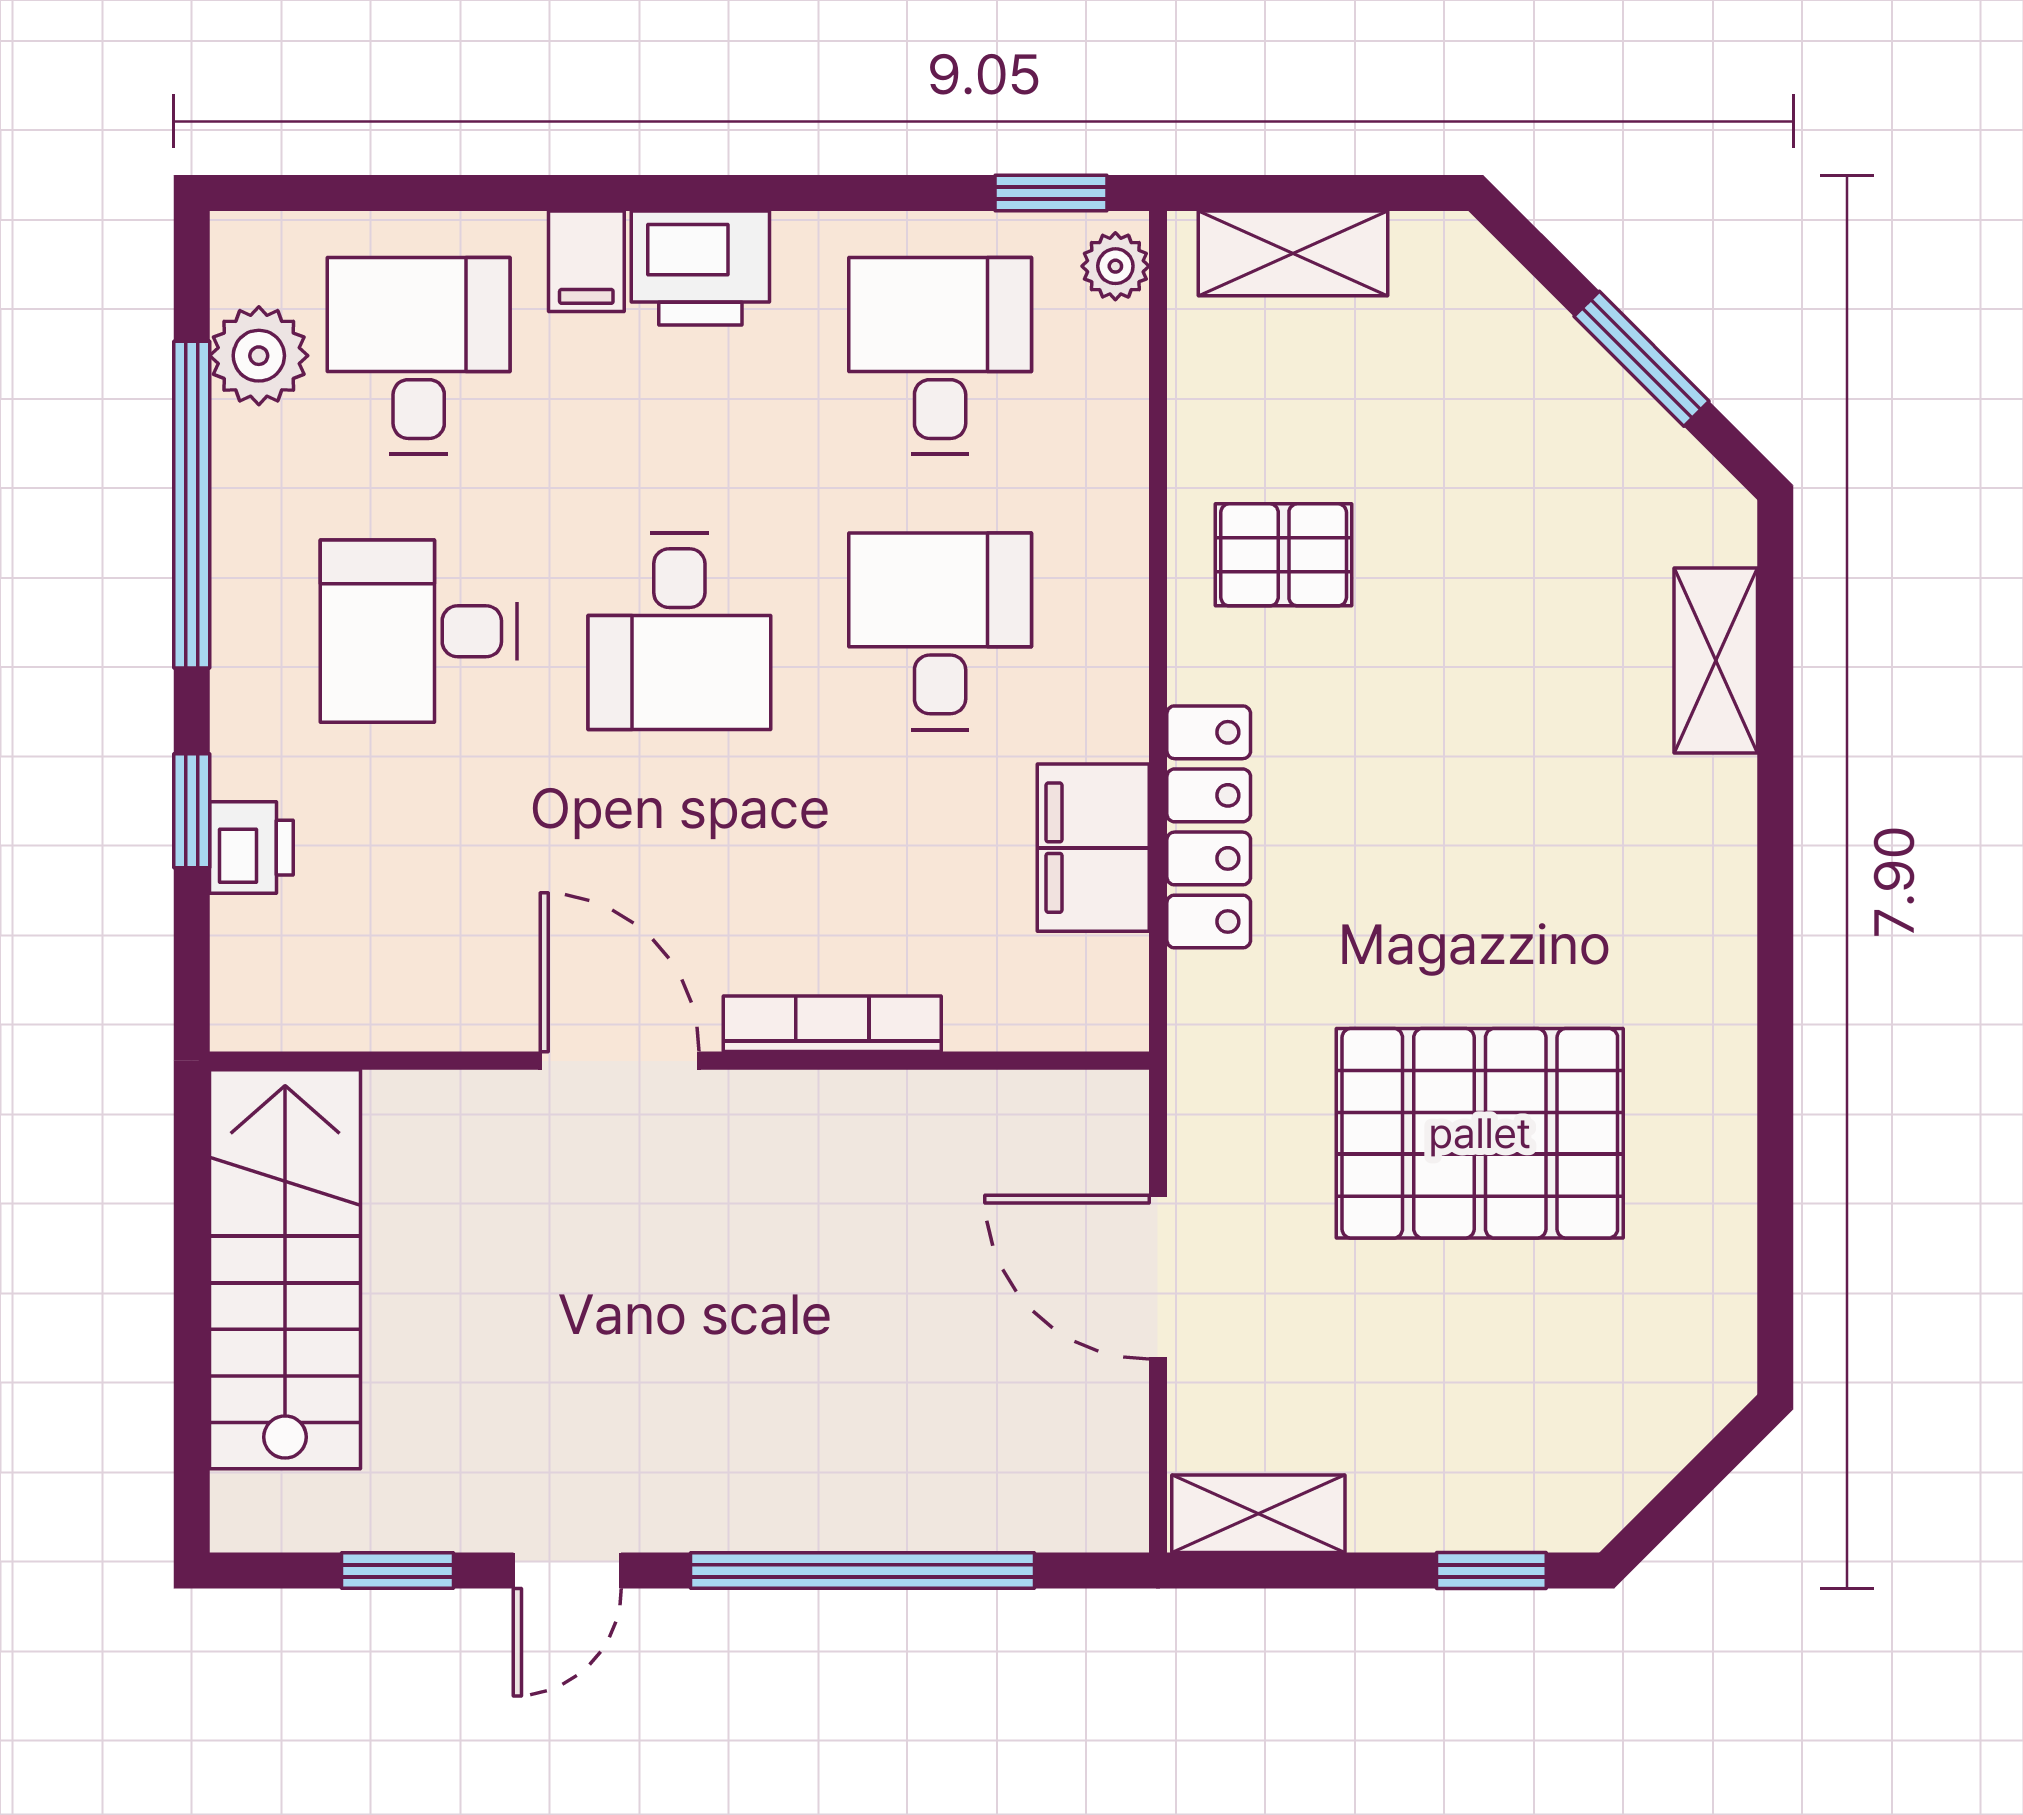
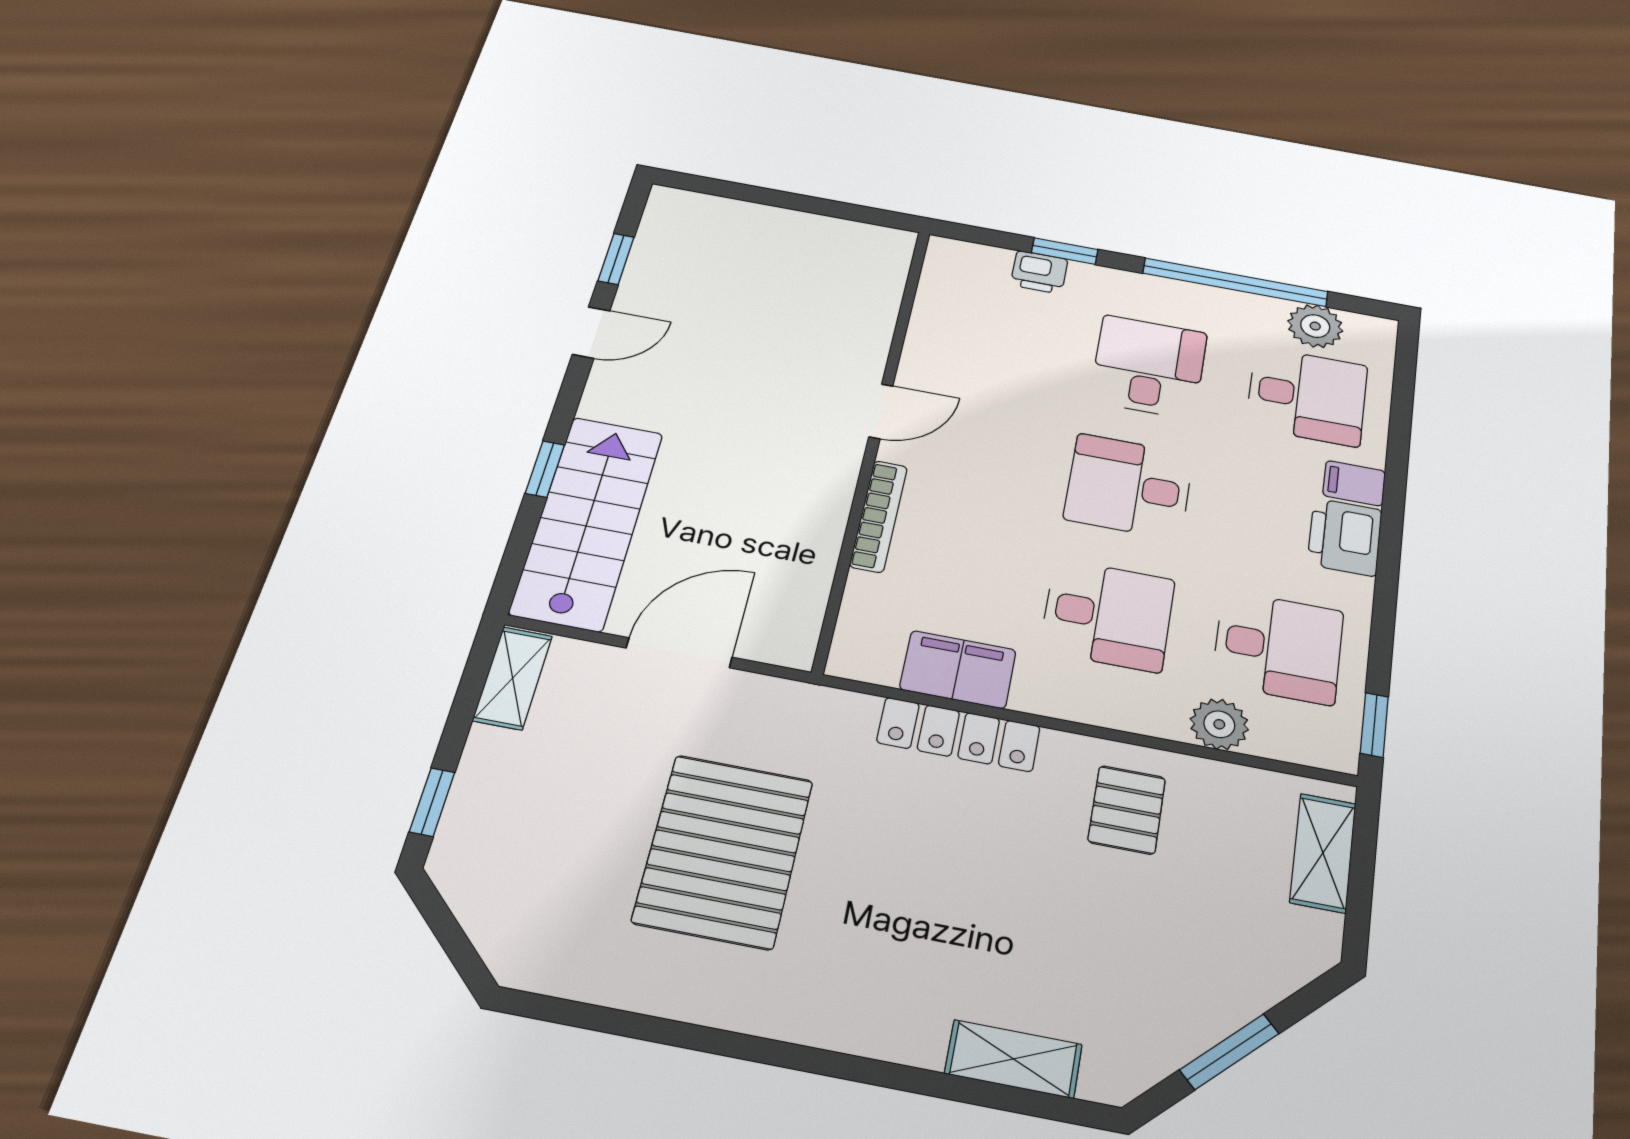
plant: (1115, 266) -> (1219, 724), moved, width x1.38, depth x1.38
door: (620, 1061) -> (881, 411), width x0.73
stairs: (285, 1269) -> (587, 522), moved, turned -90
door: (567, 1571) -> (591, 333), swing flipped
window: (863, 1571) -> (545, 469), width x0.32

